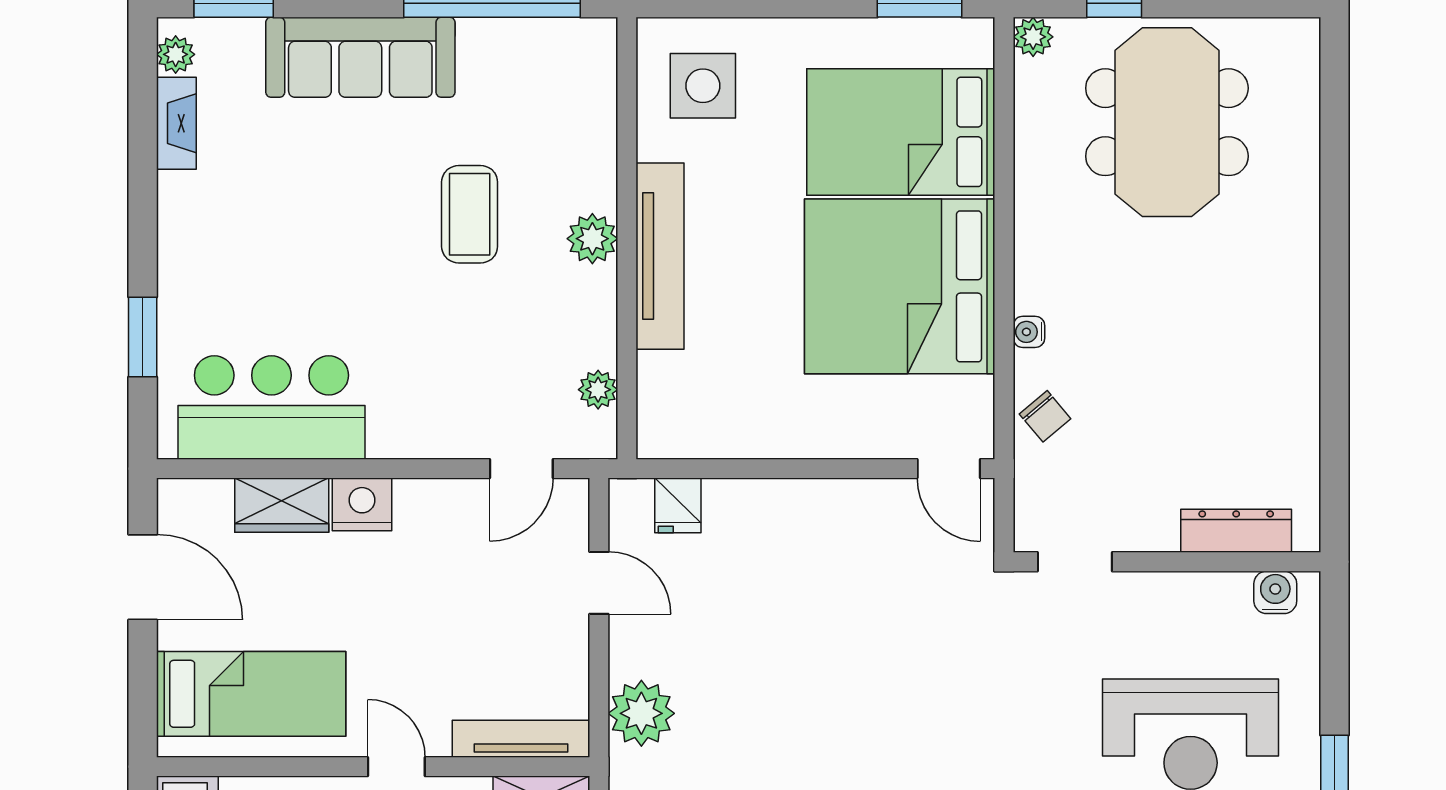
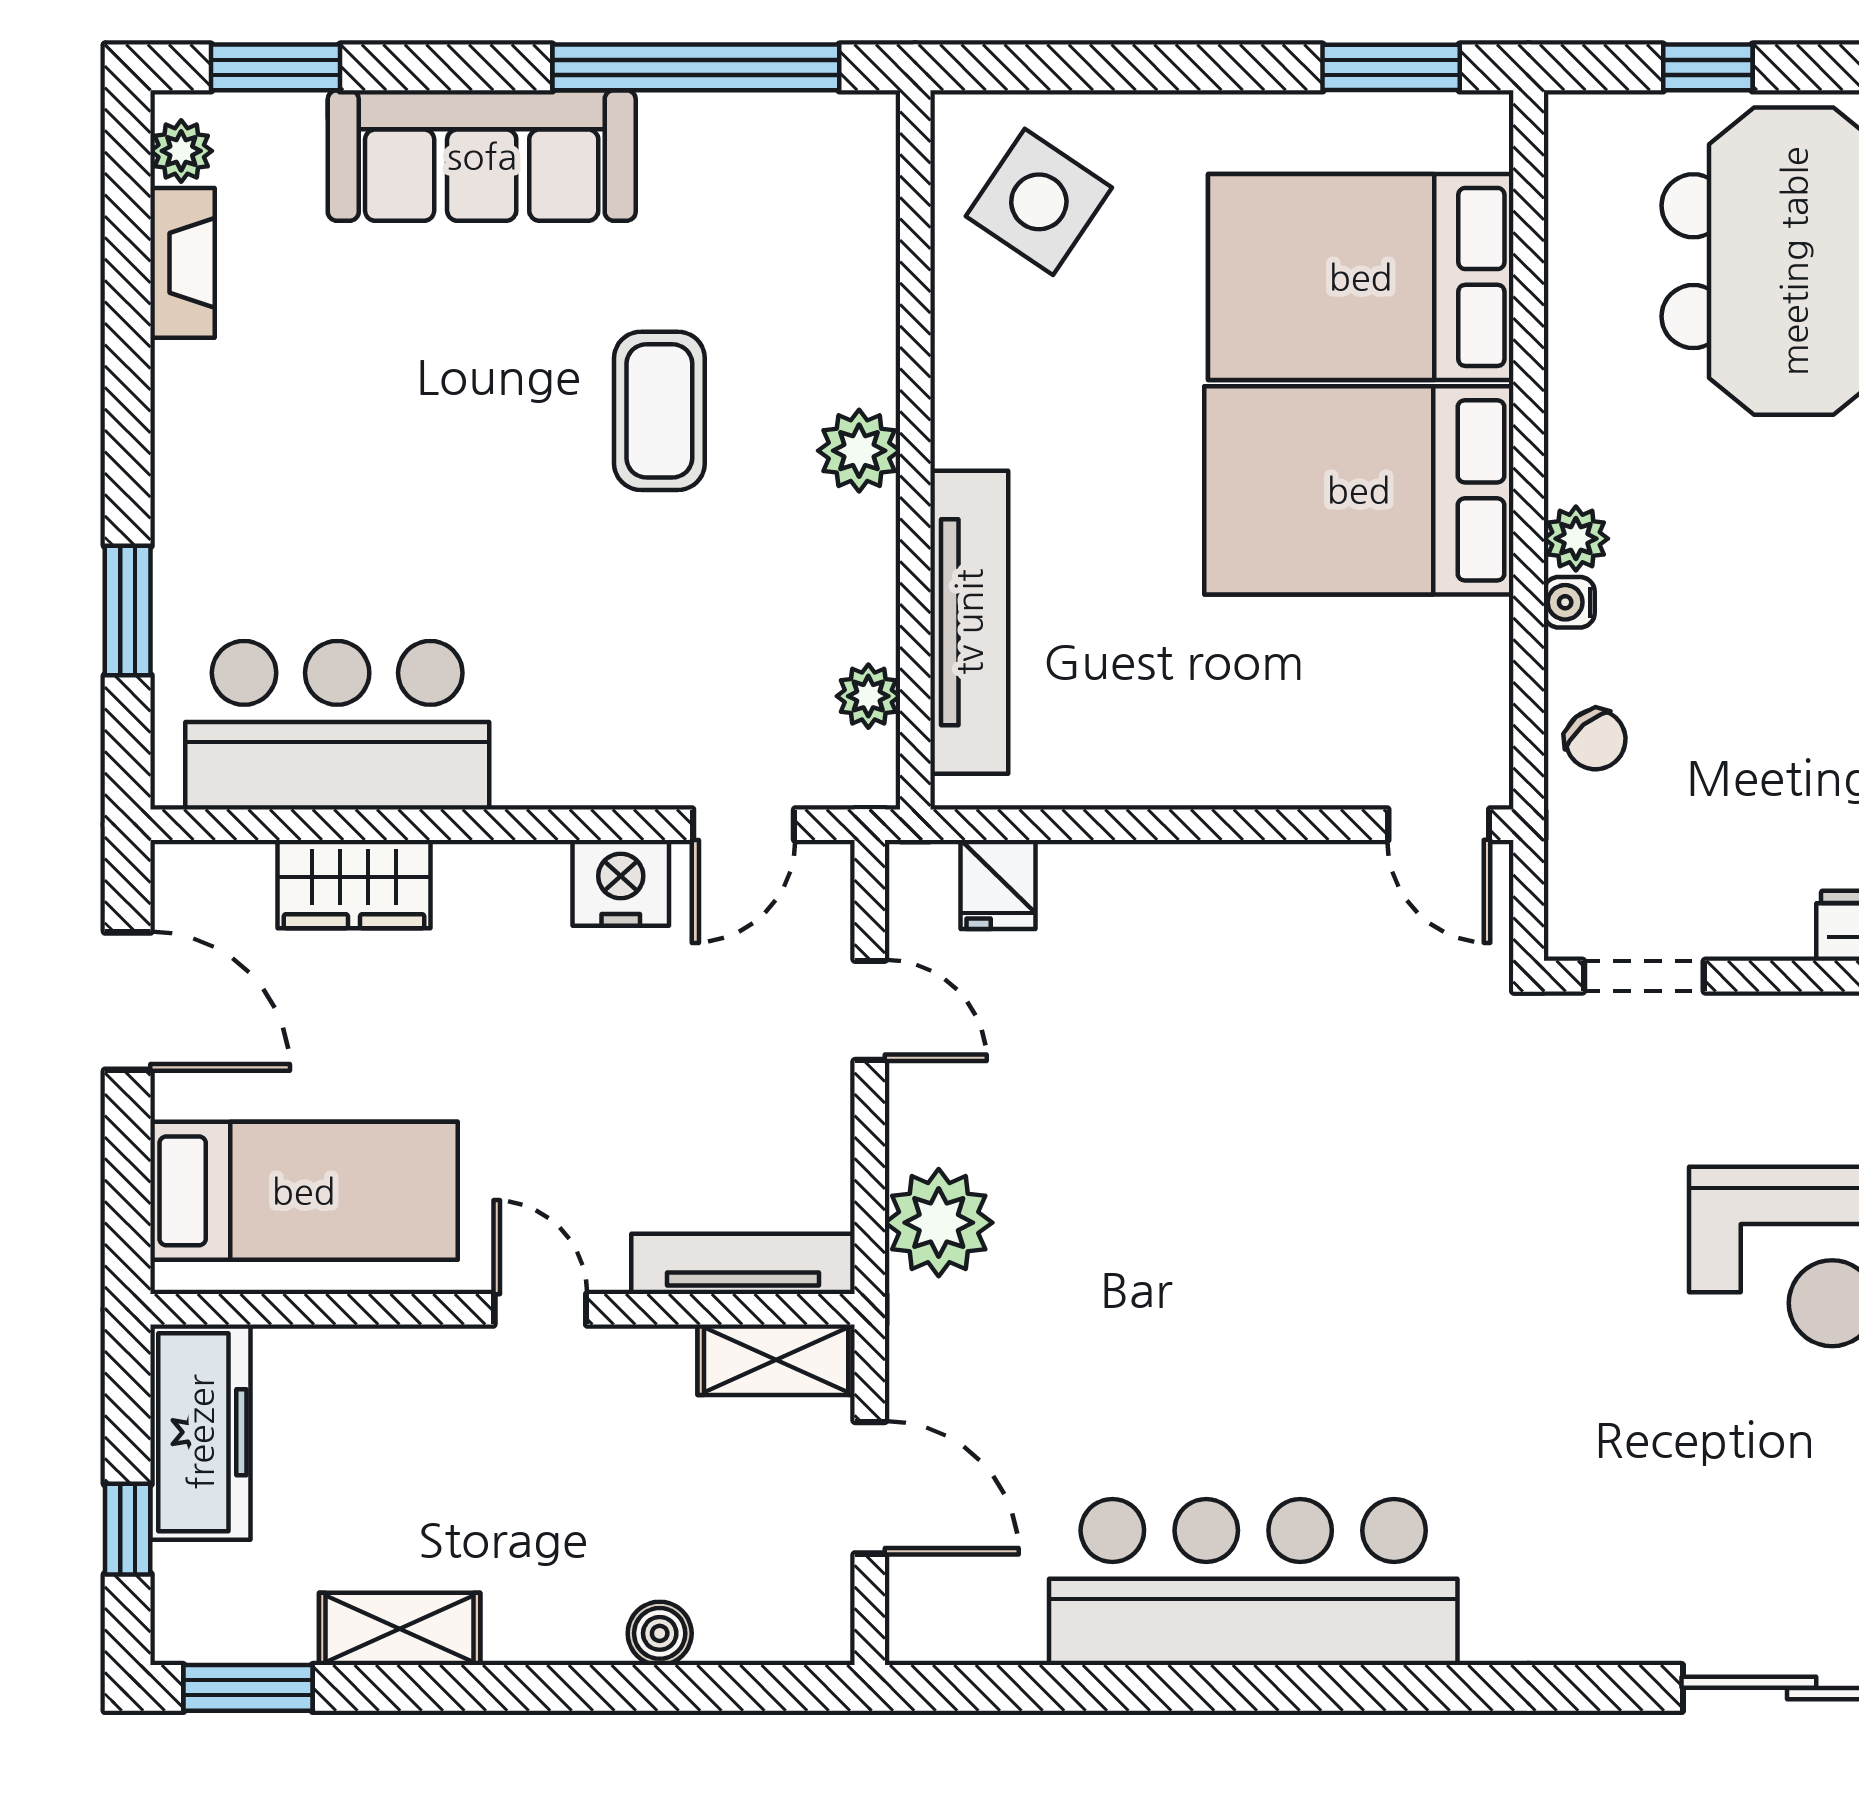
plant: (1033, 37) -> (1576, 539), moved
side table: (703, 86) -> (1039, 202), turned 34
tv unit: (660, 256) -> (969, 622), moved
bed: (900, 286) -> (1359, 490), width x0.73
nightstand: (362, 504) -> (621, 883), moved

